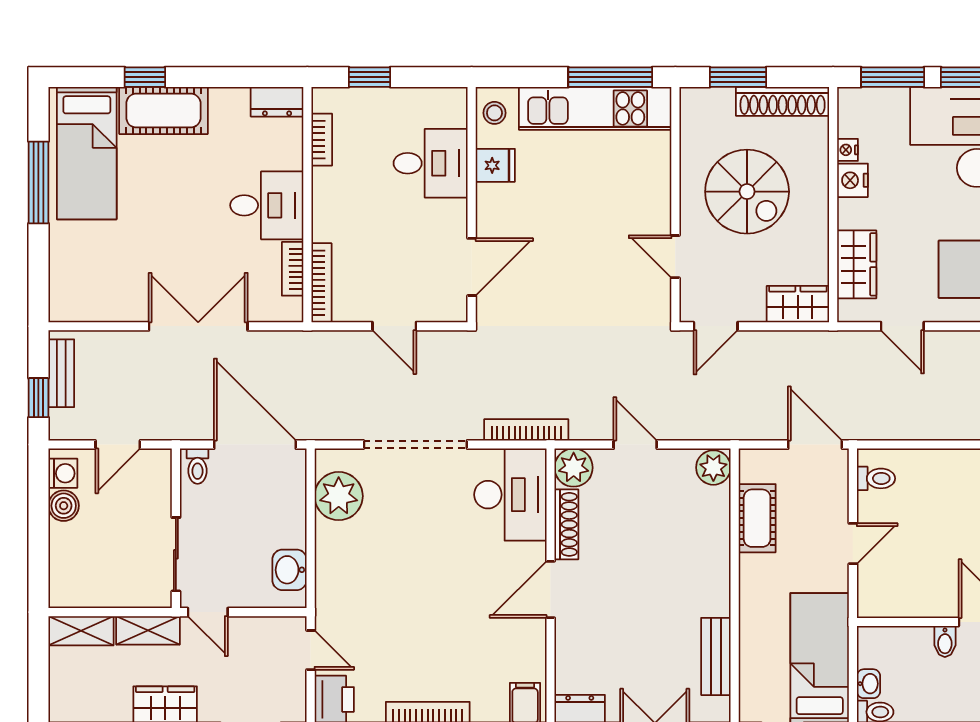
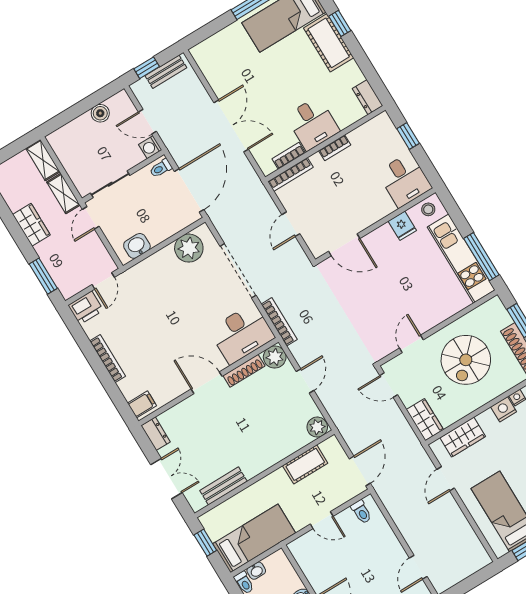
bookcase: (322, 140) -> (335, 148), moved
desk: (431, 163) -> (405, 180), moved
washing machine: (63, 473) -> (150, 147), moved, turned 90

